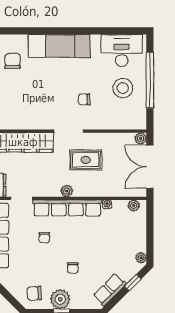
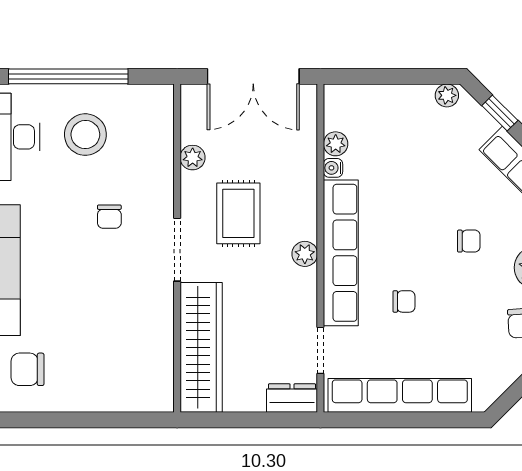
plant: (141, 138) -> (193, 158), moved
plant: (134, 205) -> (336, 144), moved

